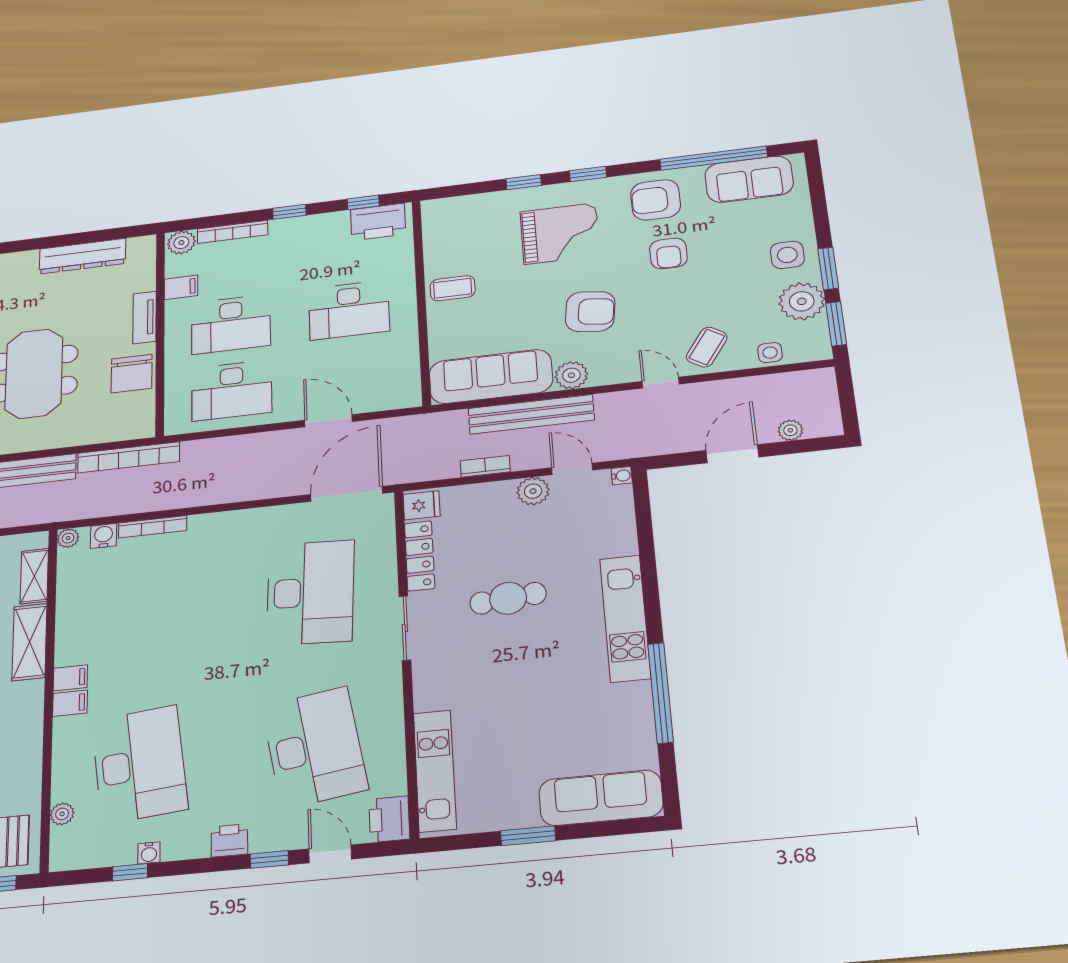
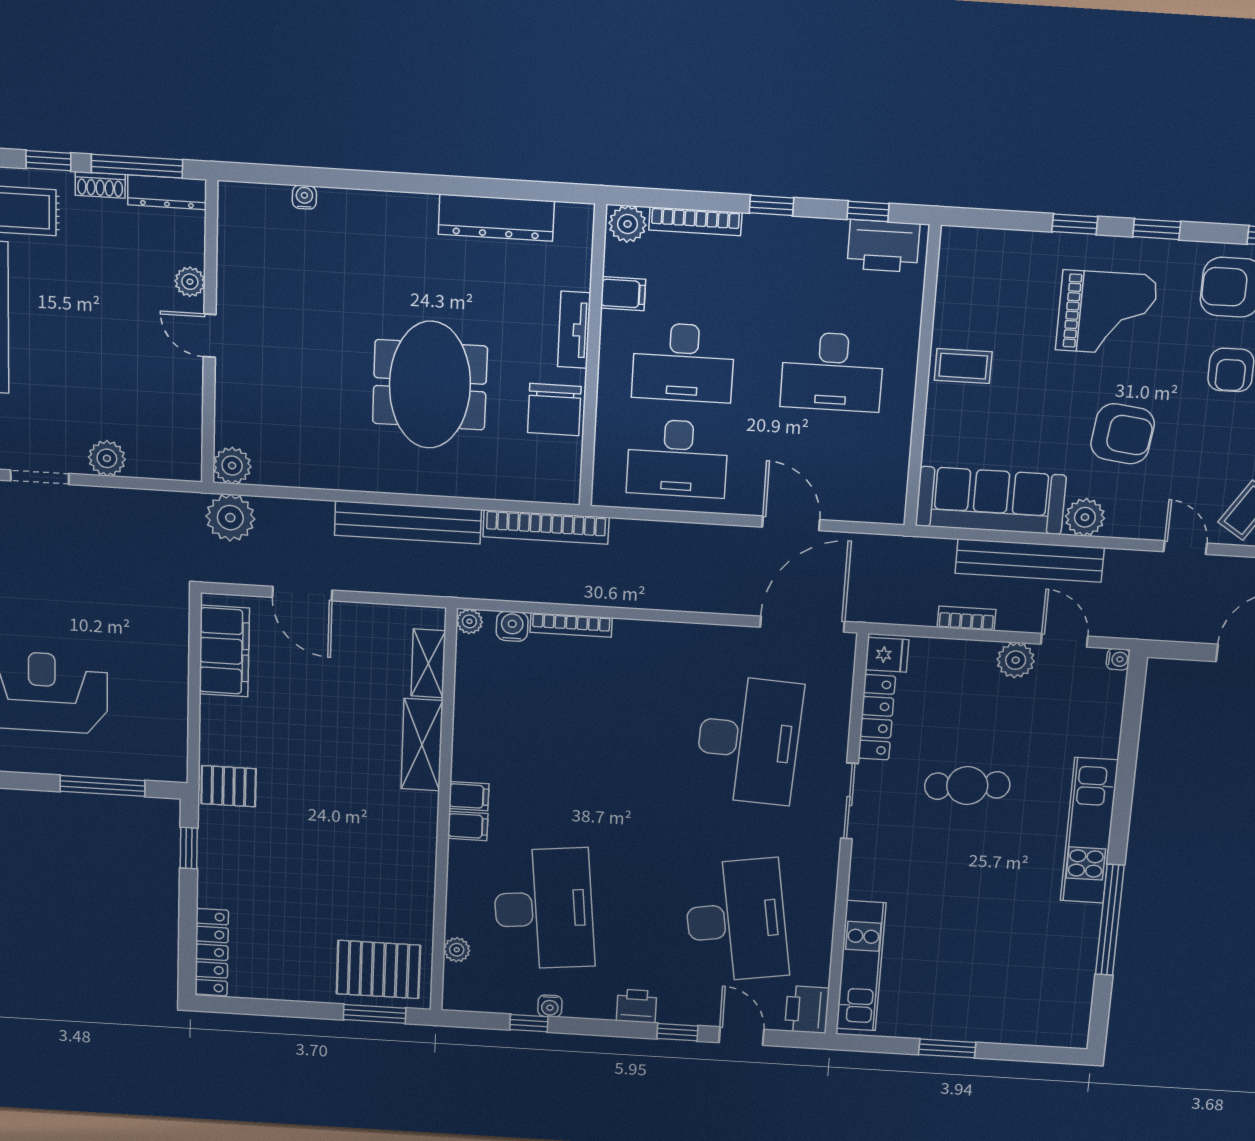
sofa: (601, 798) -> (1027, 1021), removed

